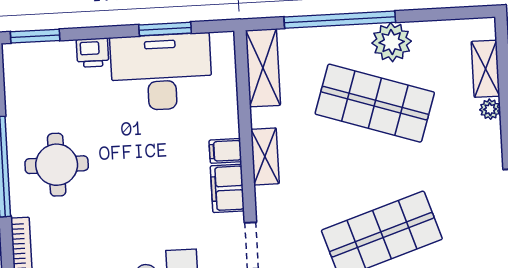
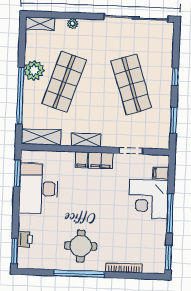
window: (165, 29) -> (17, 173), moved
printer: (93, 53) -> (25, 239), moved
shelving: (485, 69) -> (40, 24), moved

